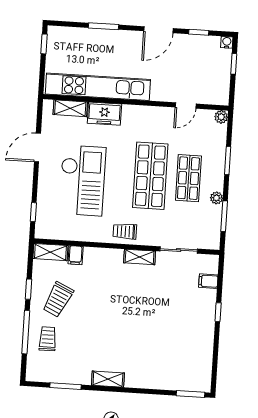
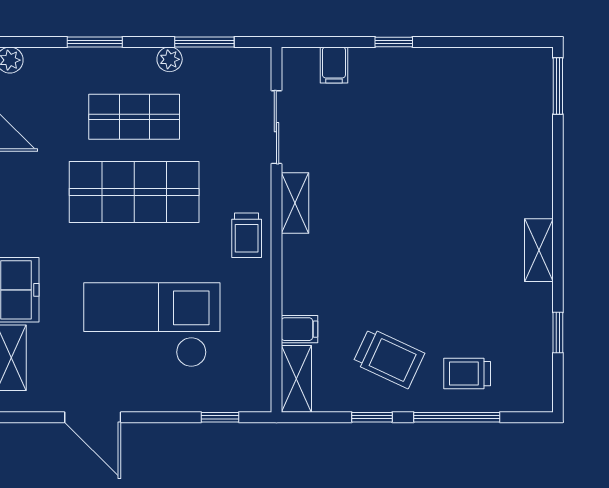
window: (66, 386) -> (558, 333), width x0.67

